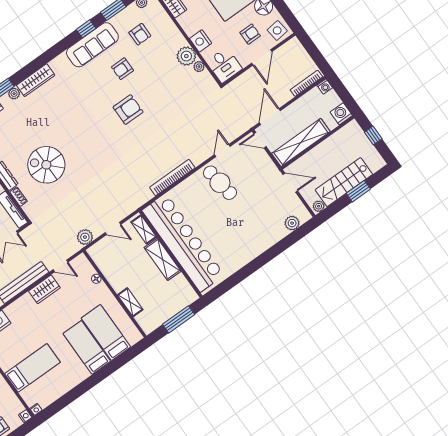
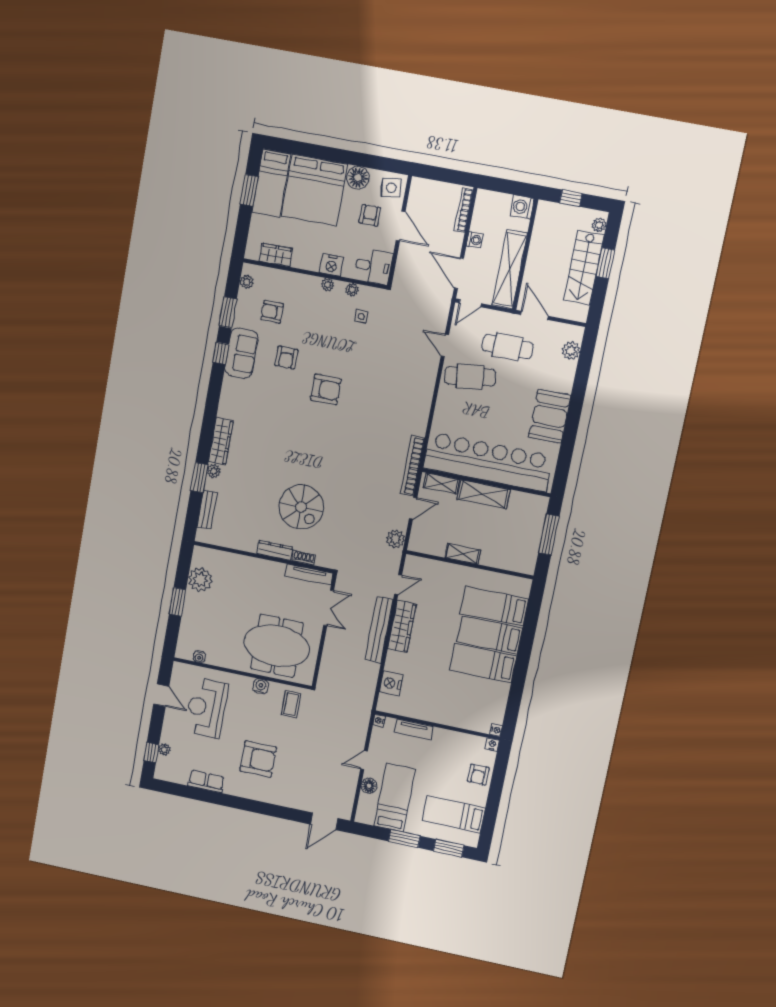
armchair: (140, 34) -> (272, 312), turned 180
sofa: (92, 45) -> (241, 353), width x0.73
plant: (186, 56) -> (327, 285), width x0.53, depth x0.53
washing machine: (325, 86) -> (475, 240), moved
side table: (190, 87) -> (361, 316), added
armchair: (128, 110) -> (326, 389), turned 90
spiral stairs: (46, 165) -> (301, 507), turned -90
bookcase: (172, 178) -> (412, 466), moved
door: (290, 183) -> (534, 315), hinge flipped
cafe table: (258, 186) -> (507, 347), added
plant: (319, 206) -> (599, 225), moved
booth: (244, 250) -> (550, 416), added
floor lamp: (96, 279) -> (440, 567), removed
wardrobe: (44, 289) -> (402, 626), width x1.50
shelving: (130, 302) -> (463, 554), moved
bed: (33, 368) -> (483, 663), moved, turned -90

